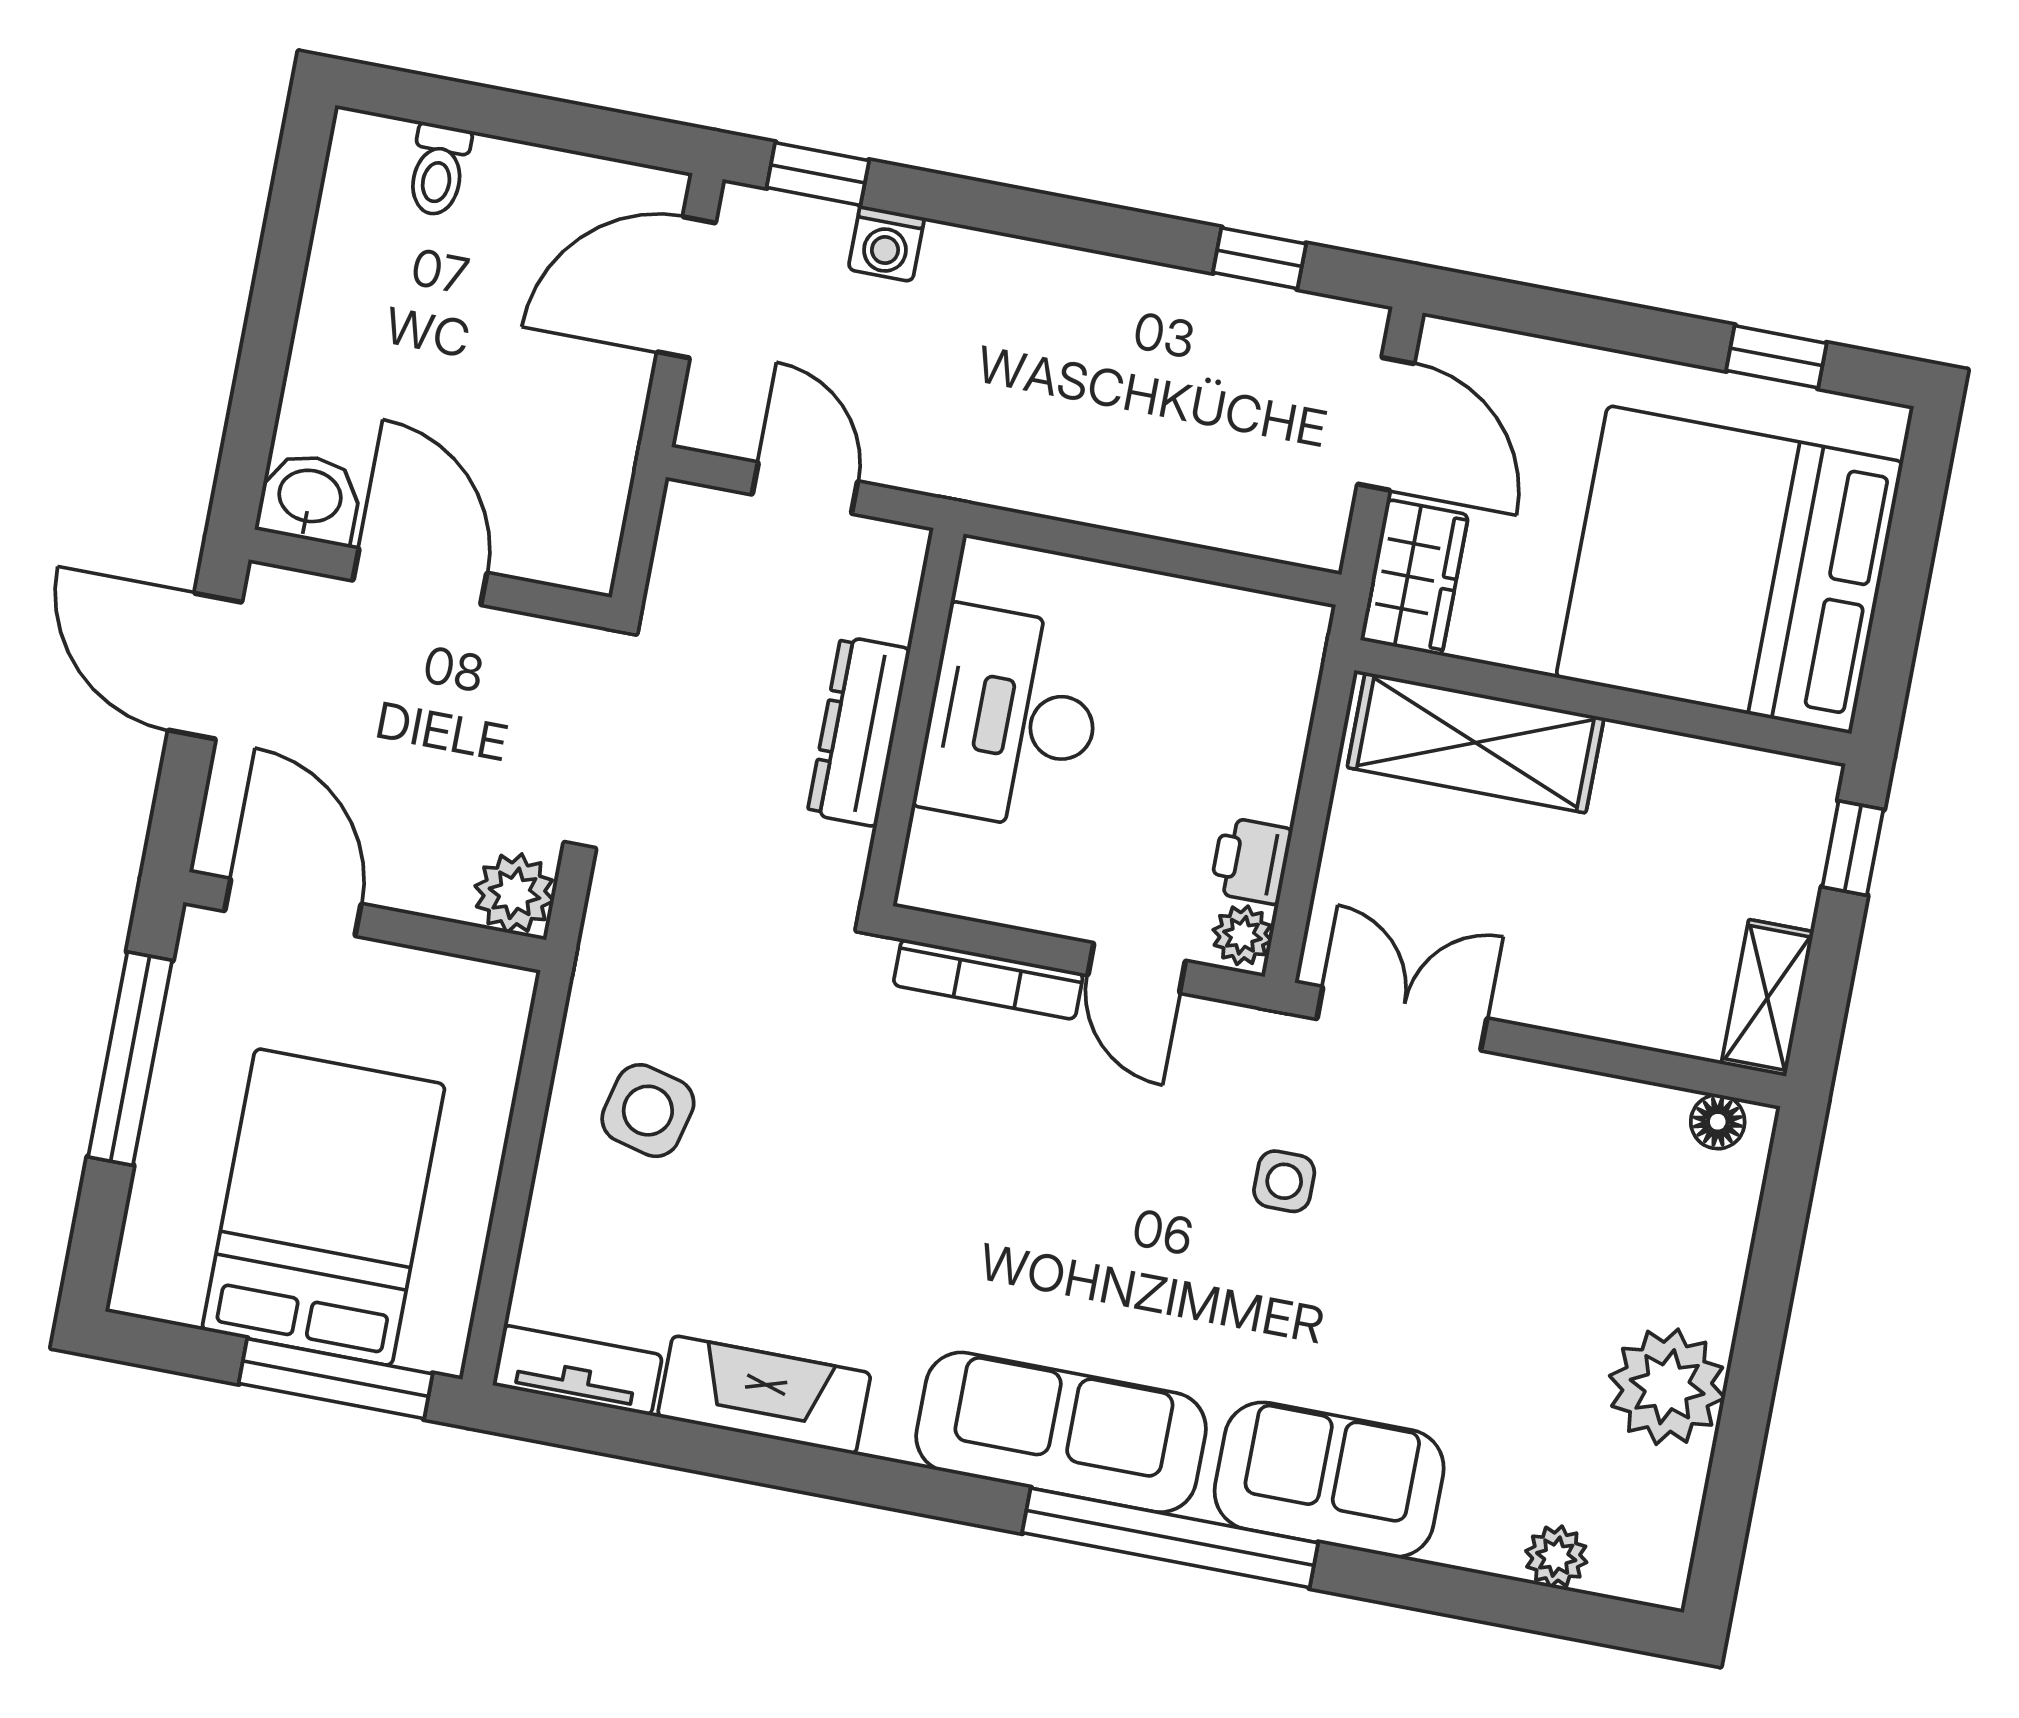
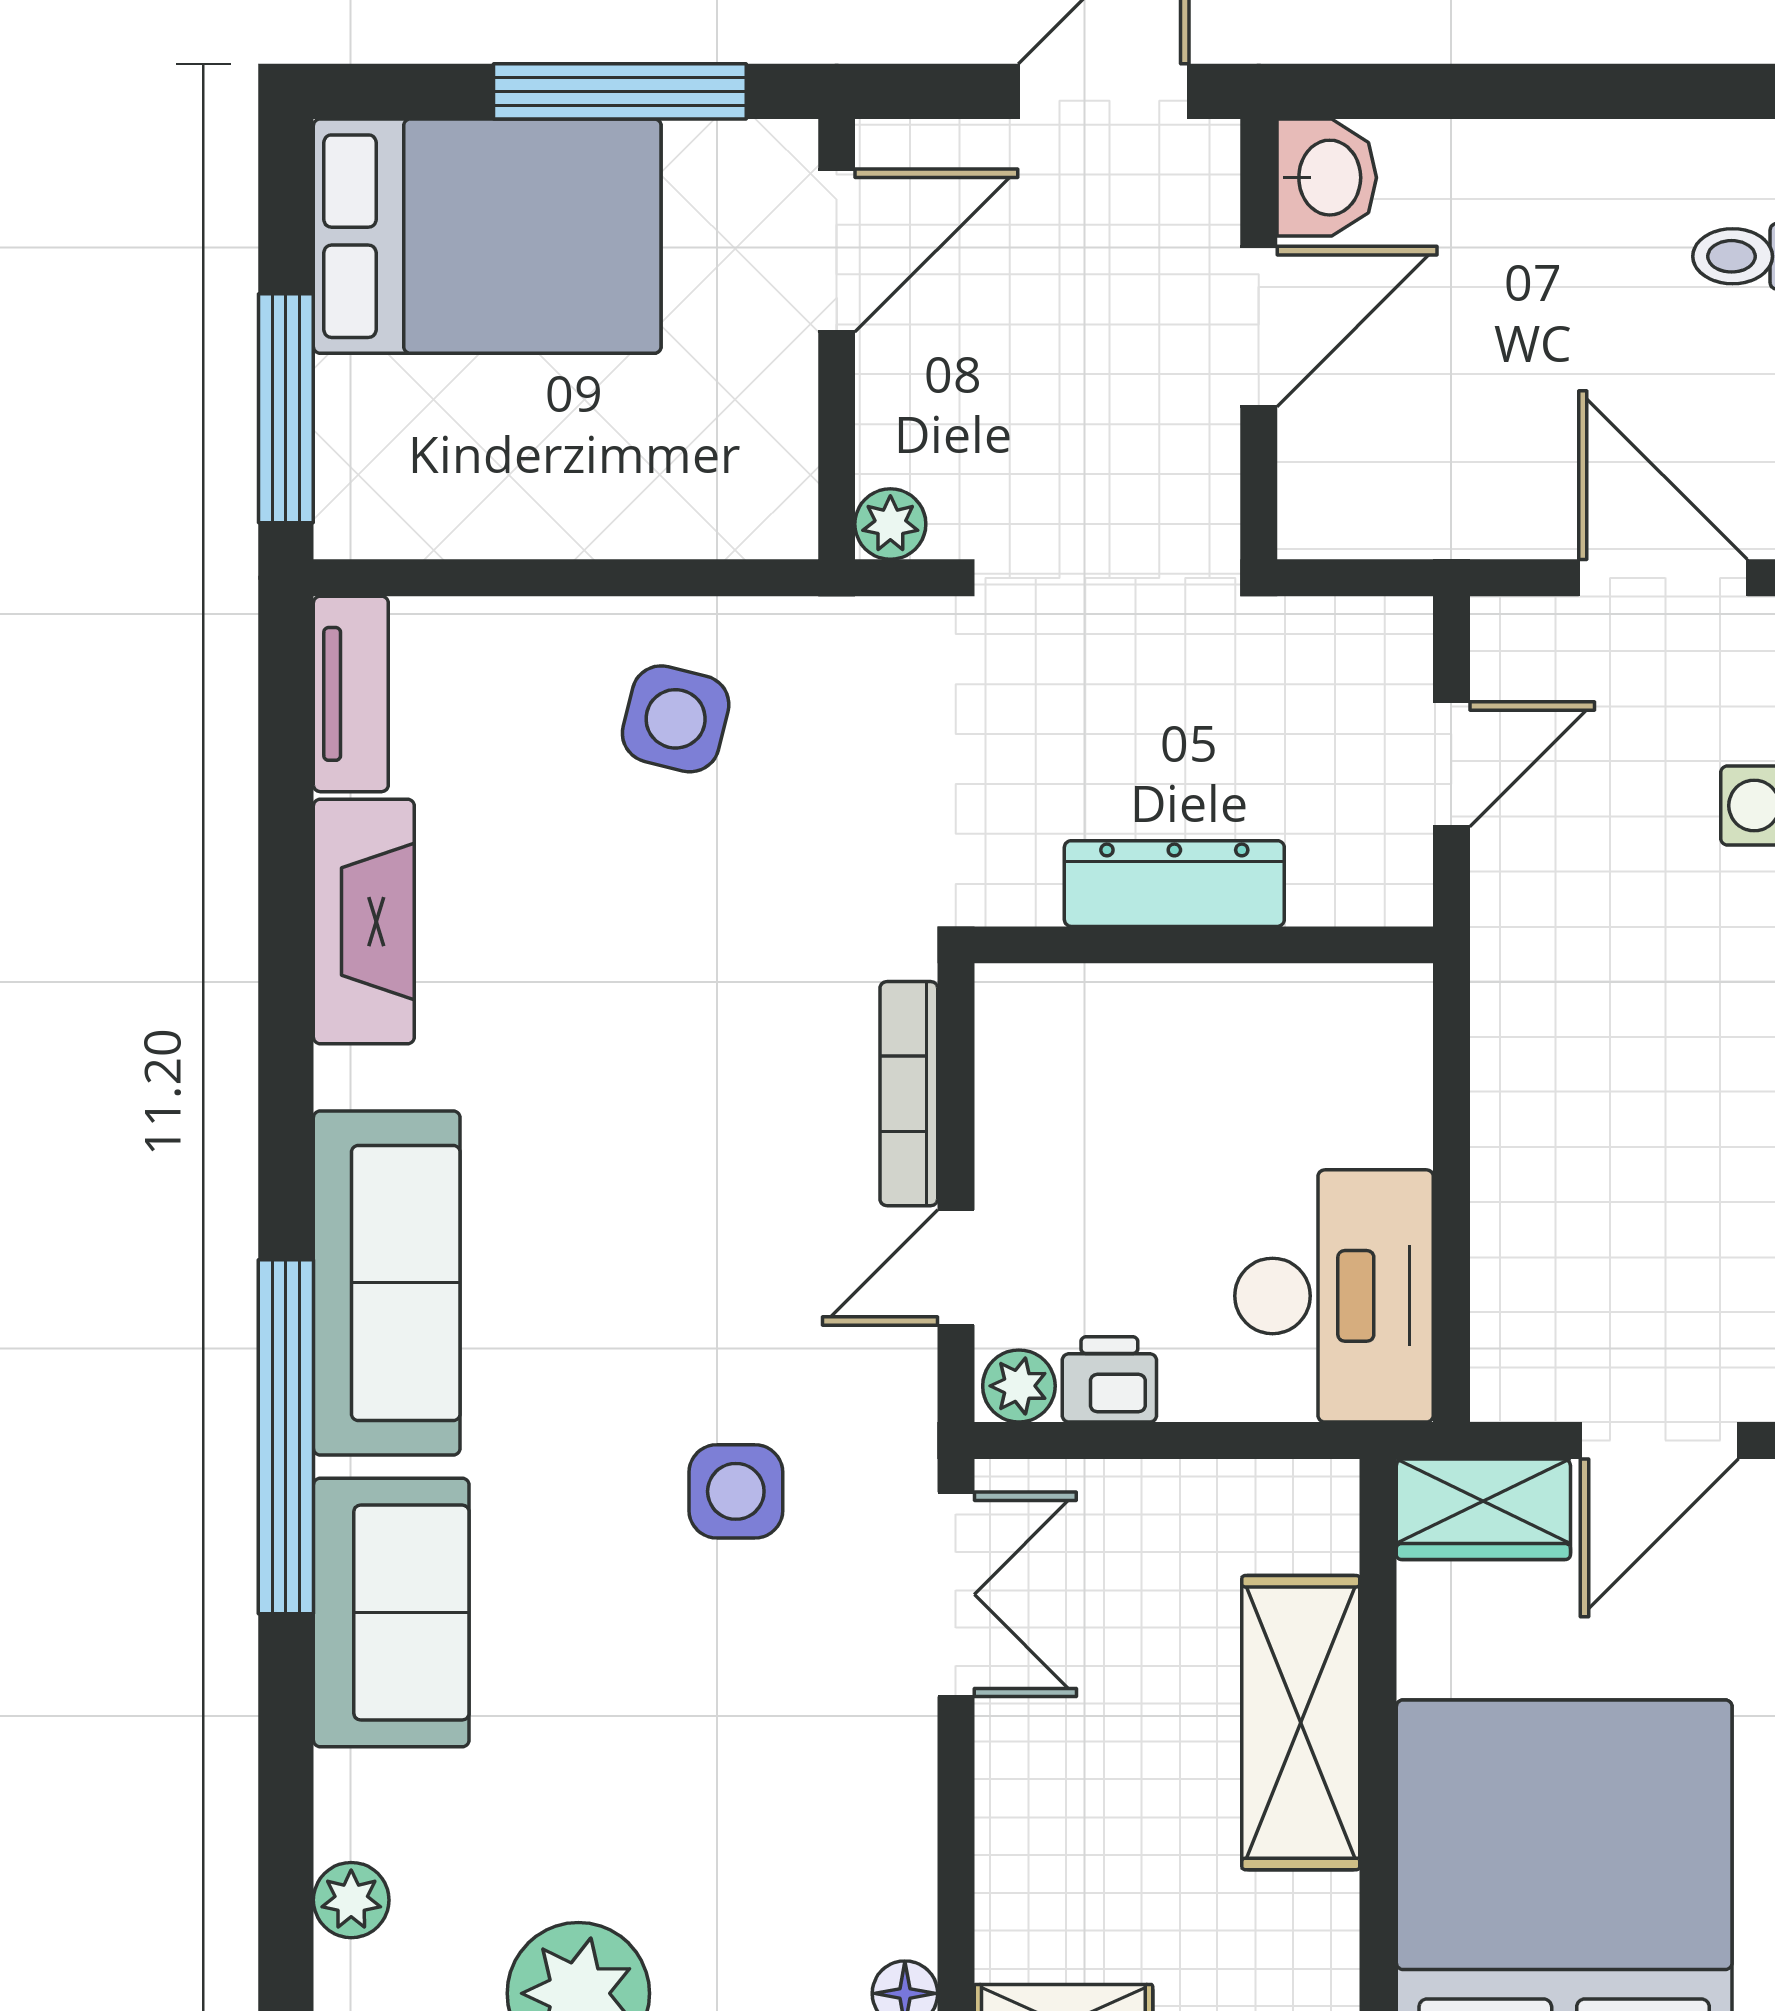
desk: (1012, 718) -> (1334, 1296), moved, turned 90
shelving: (1476, 743) -> (1301, 1723), moved
plant: (514, 893) -> (890, 524), width x0.73, depth x0.73
side table: (1284, 1181) -> (736, 1491), width x1.37, depth x1.37
bed: (323, 1207) -> (487, 236), moved

